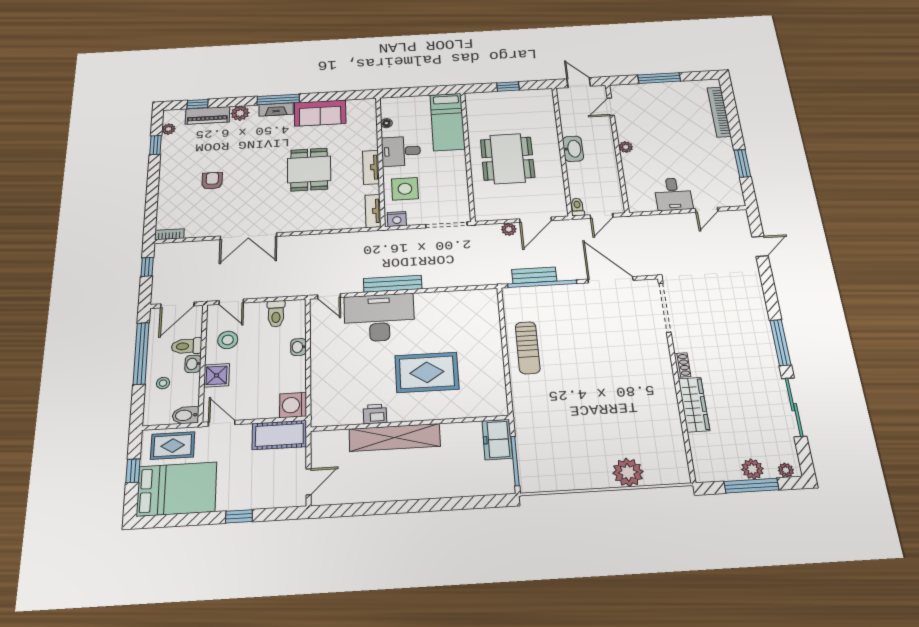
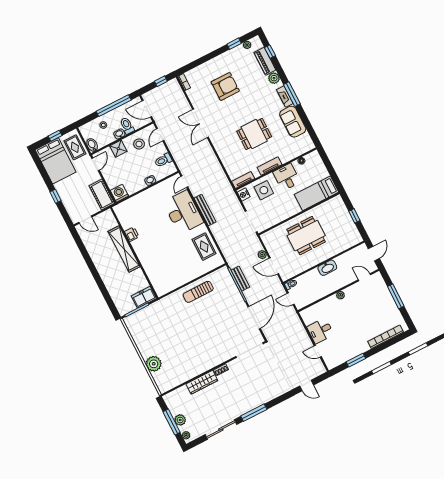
armchair: (212, 181) -> (225, 86), width x1.88, depth x1.88
rug: (427, 372) -> (204, 247), moved, width x0.73, depth x0.70

